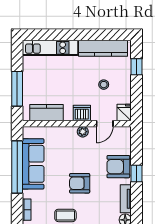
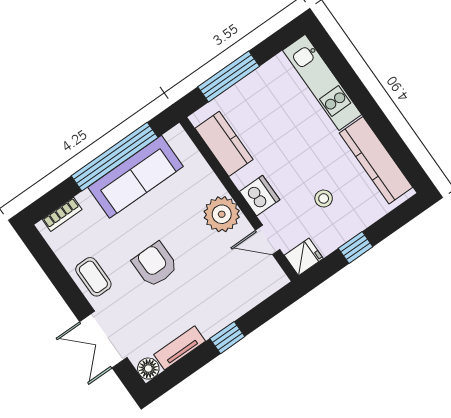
window: (136, 67) -> (356, 247), moved
plant: (83, 132) -> (222, 214), width x1.87, depth x1.87
armchair: (118, 167) -> (219, 304), removed

